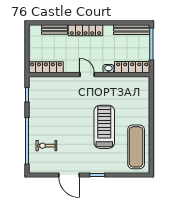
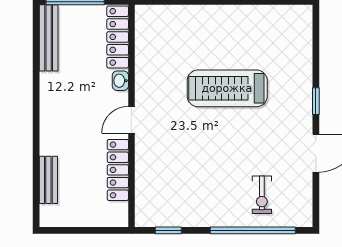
locker: (85, 30) -> (50, 123), removed
locker: (46, 67) -> (118, 170), moved
exercise mat: (136, 147) -> (264, 30), removed

